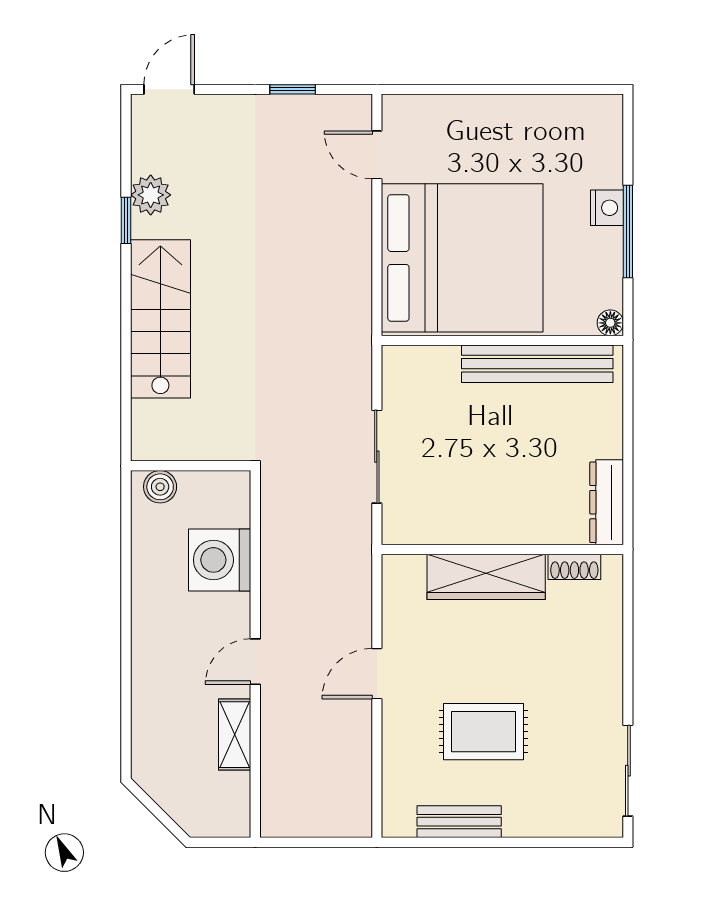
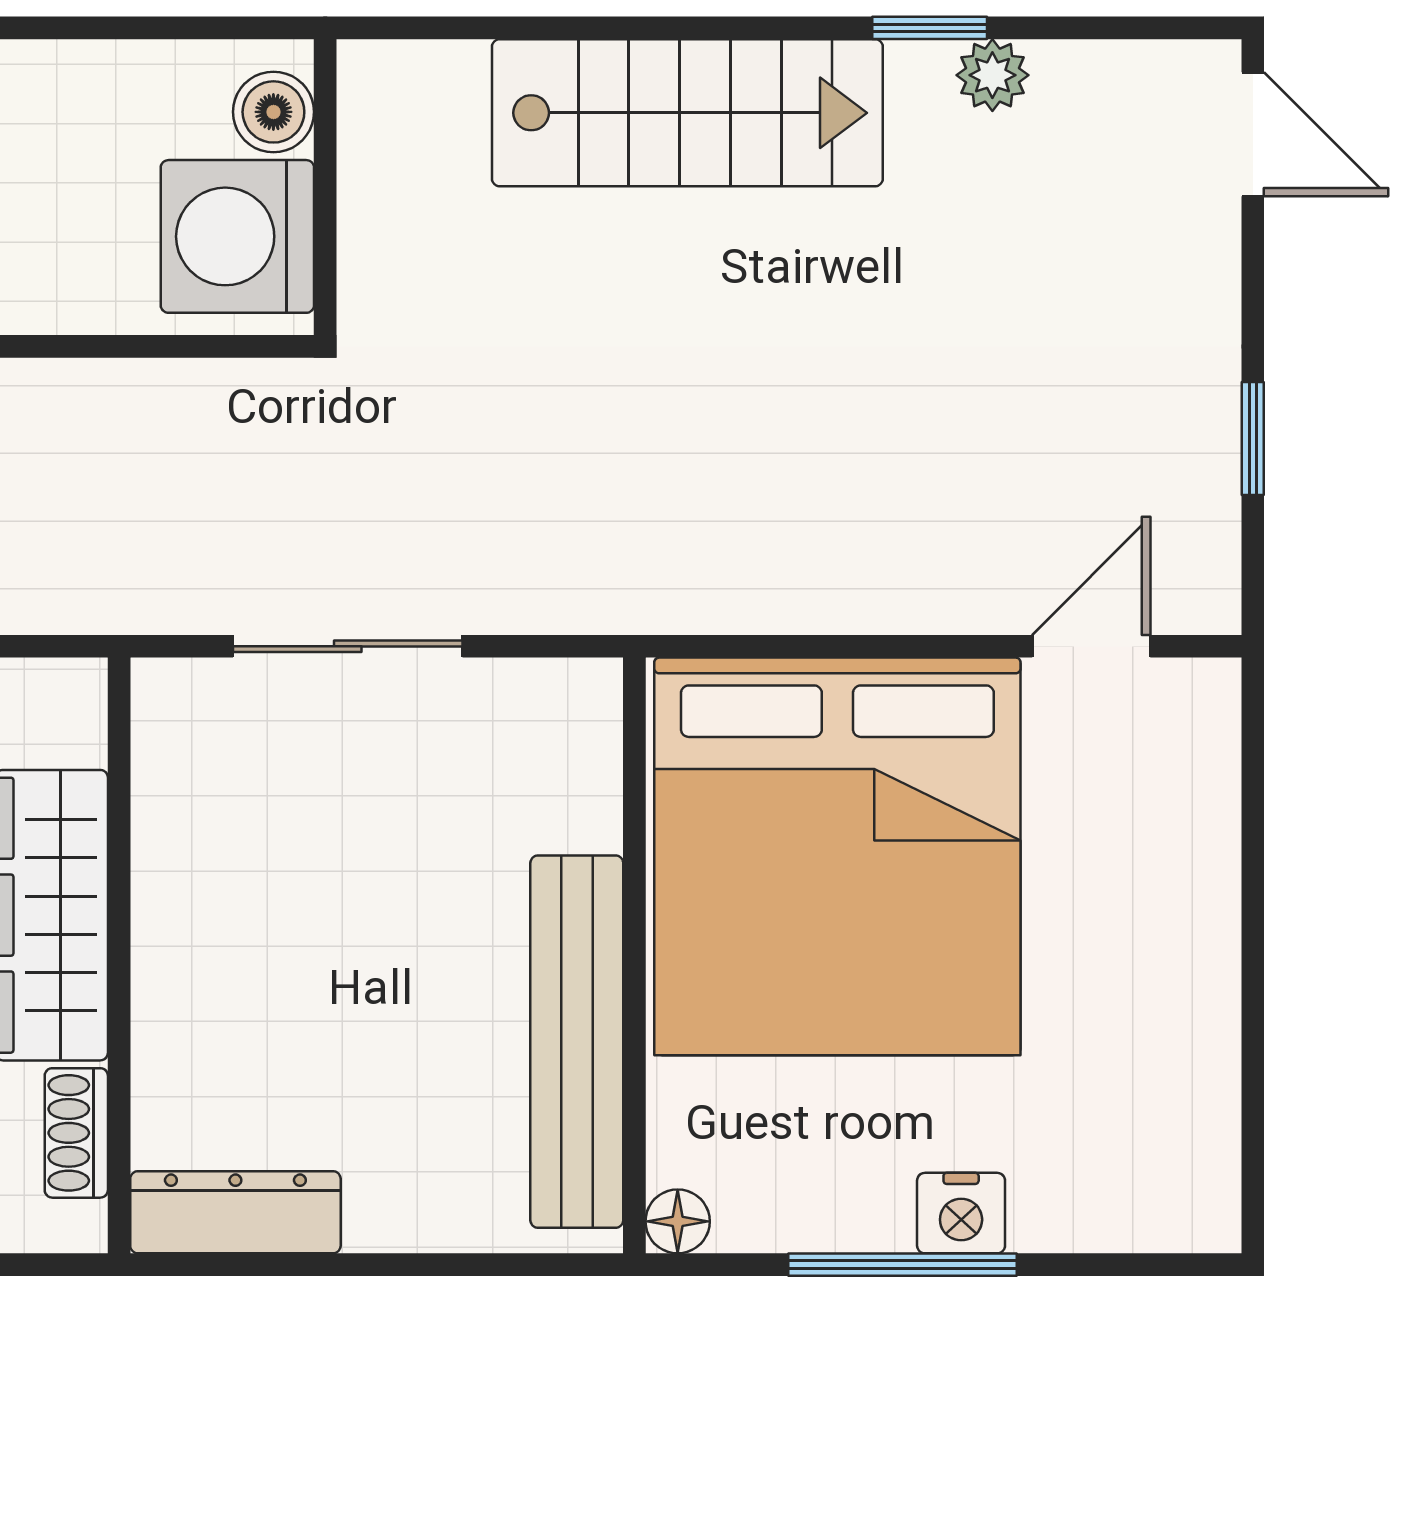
plant: (151, 195) -> (992, 75), width x0.73, depth x0.73
washing machine: (220, 560) -> (237, 236), moved, turned -90

